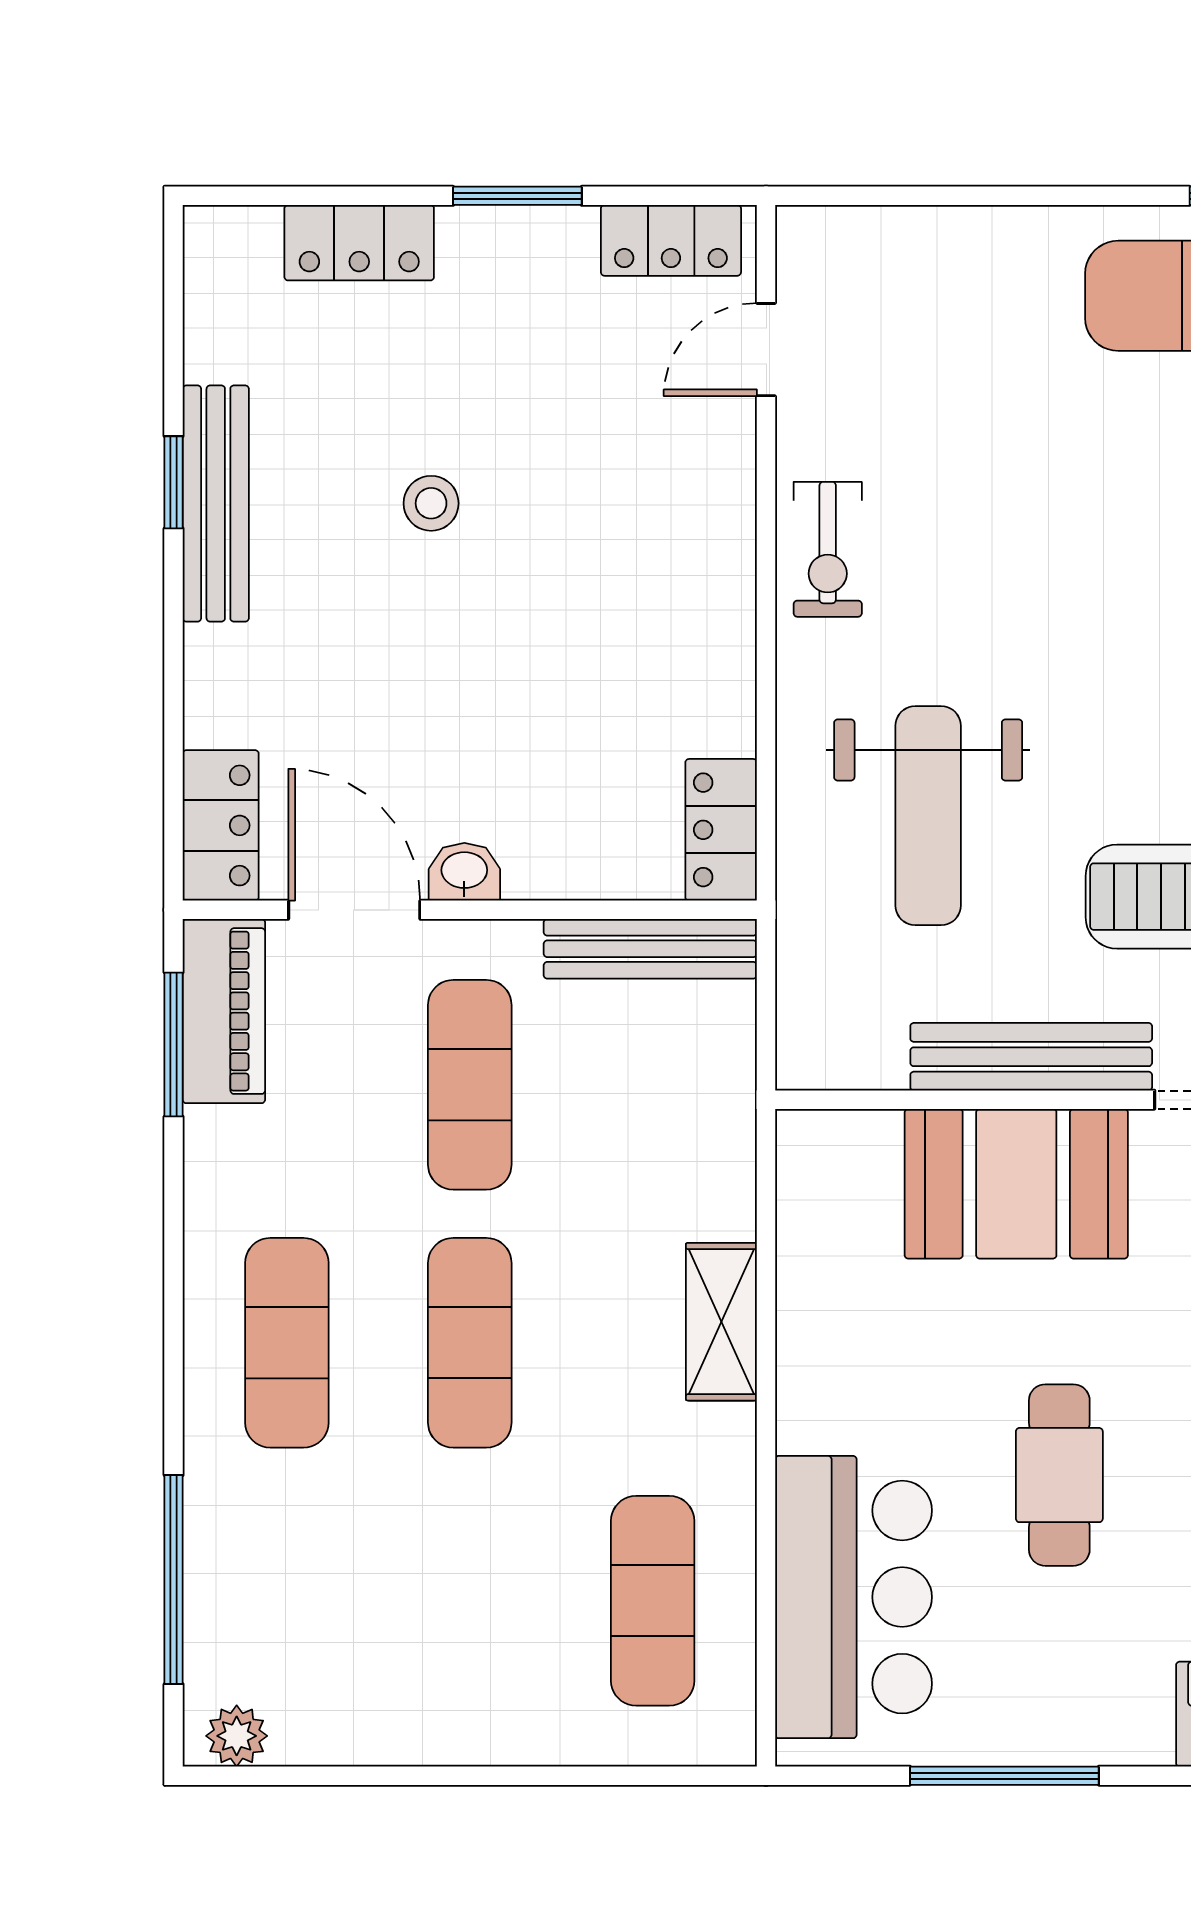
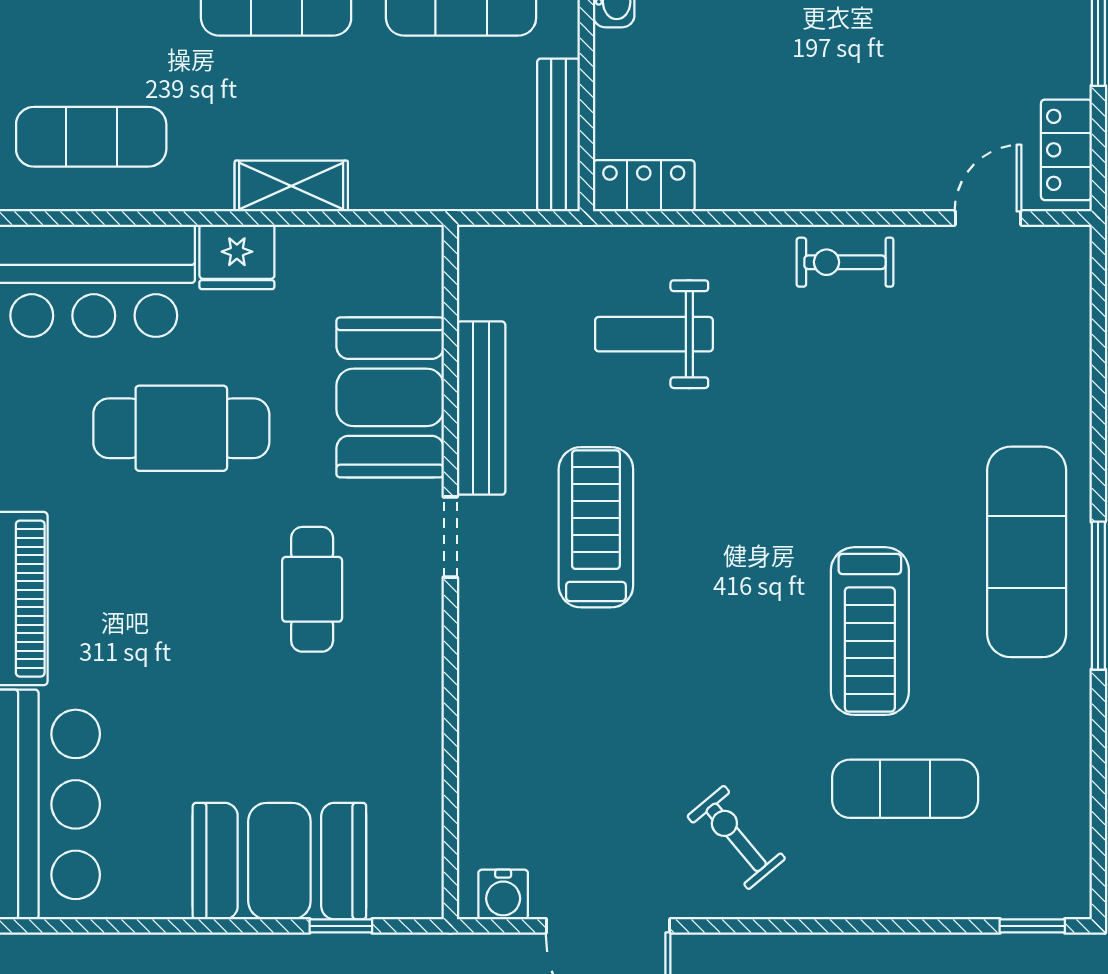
door: (766, 350) -> (988, 218), hinge flipped
weight bench: (928, 816) -> (654, 334), width x0.73, depth x0.75
fridge: (820, 1397) -> (237, 257), added
cafe table: (1059, 1475) -> (181, 428), width x1.37, depth x1.35

